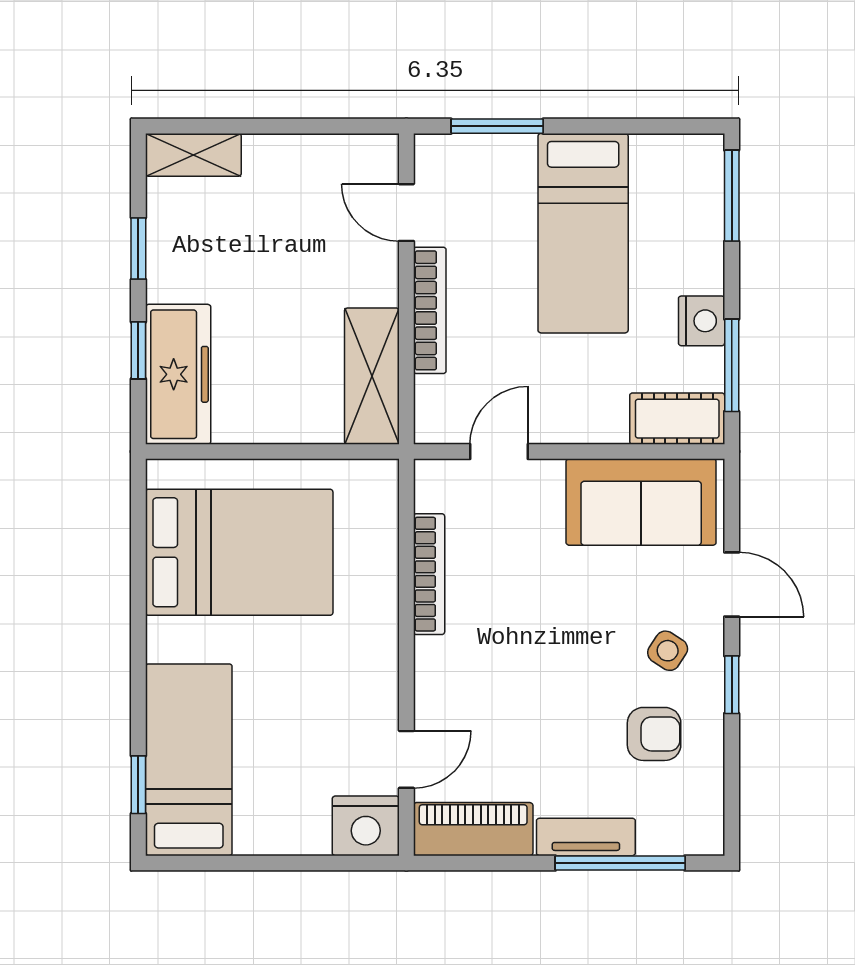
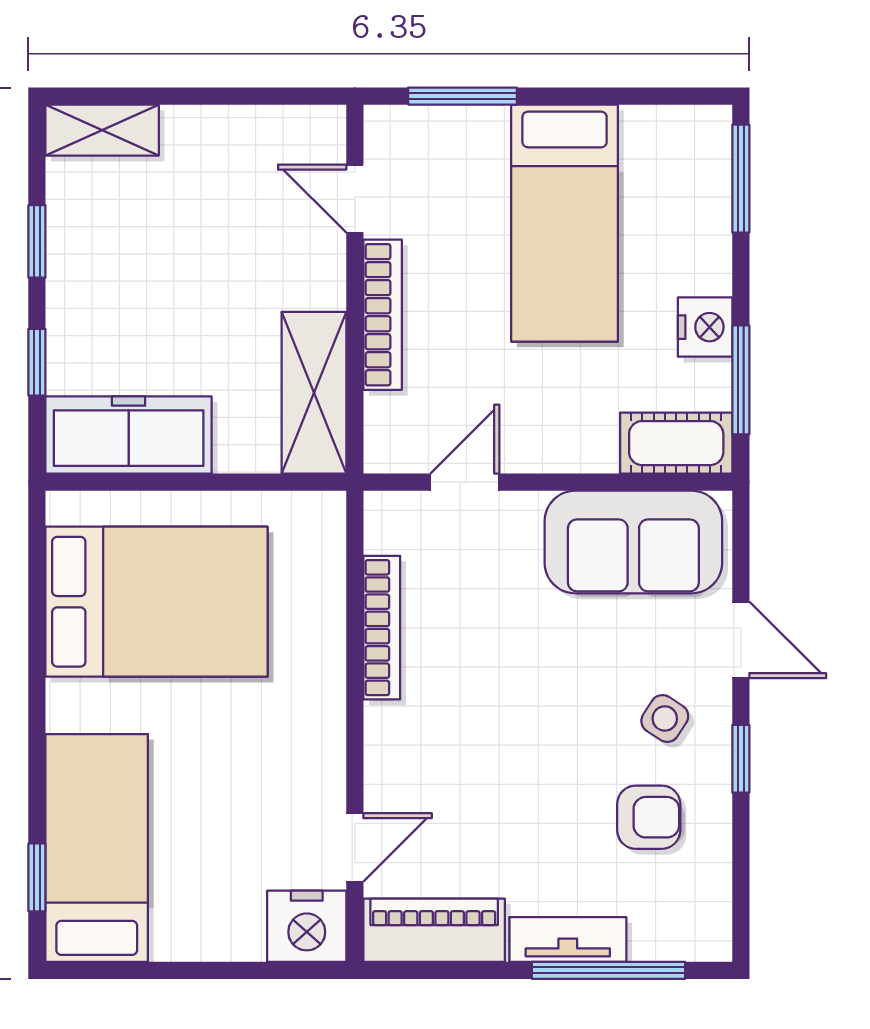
freezer: (178, 374) -> (129, 435), moved, turned -90

